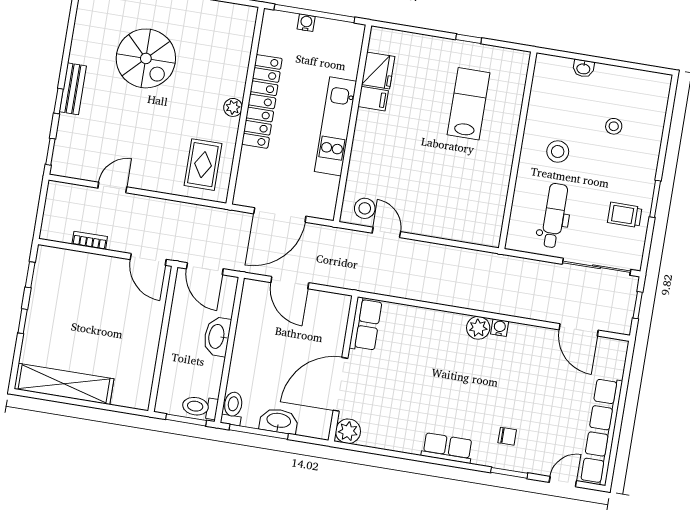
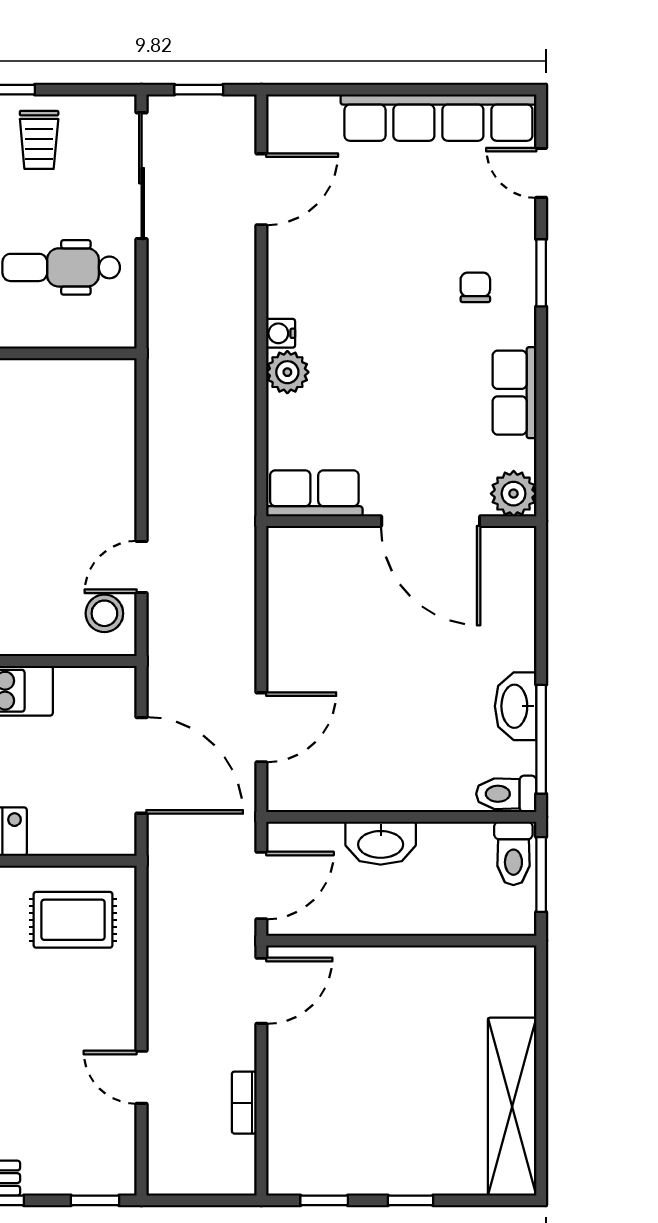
row of seats: (366, 324) -> (314, 493), moved
wall: (343, 368) -> (401, 521), moved
door: (340, 384) -> (431, 521), moved
plant: (348, 431) -> (514, 494), moved

